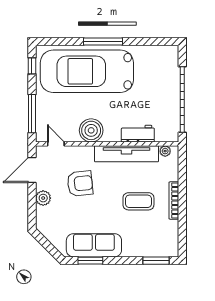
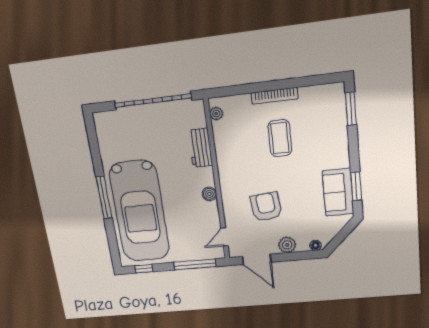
boiler: (91, 130) -> (209, 194), width x0.54, depth x0.54
tv unit: (127, 154) -> (225, 158), removed
floor lamp: (40, 223) -> (316, 245), added
sofa: (94, 245) -> (338, 192), width x0.73

